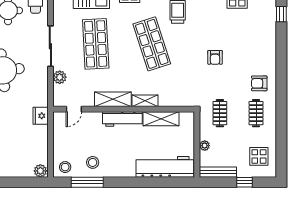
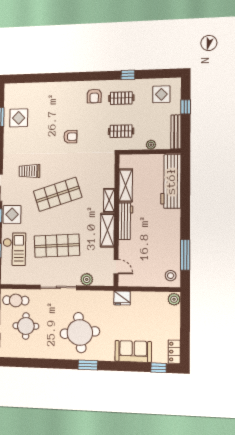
window: (281, 14) -> (128, 75), moved
stool: (93, 162) -> (166, 249), removed

